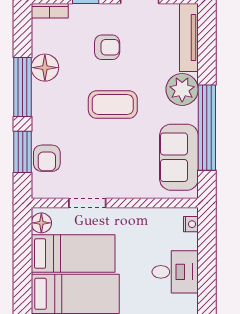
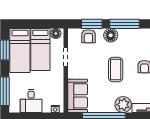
floor lamp: (45, 68) -> (111, 35), moved
sofa: (179, 157) -> (78, 96), moved, turned 90
armchair: (47, 158) -> (88, 36), turned -90

